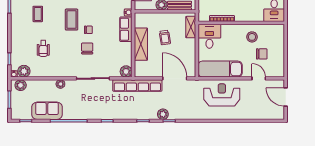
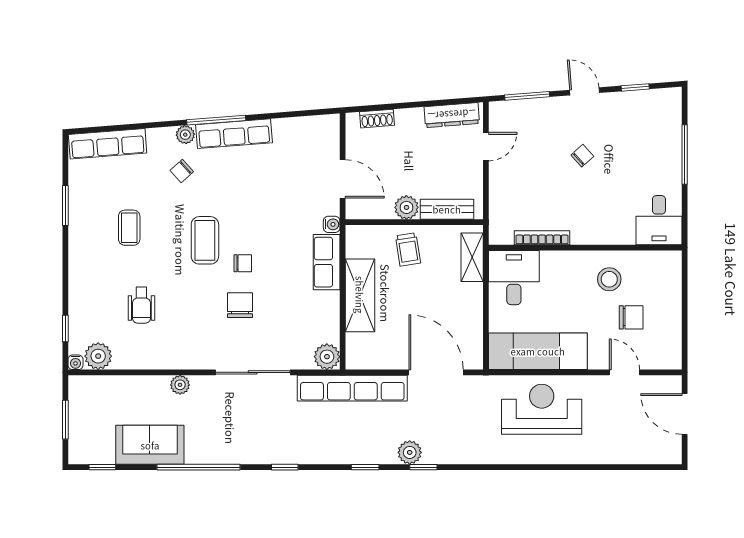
trolley: (165, 38) -> (408, 249), moved
plant: (21, 85) -> (91, 387), removed

